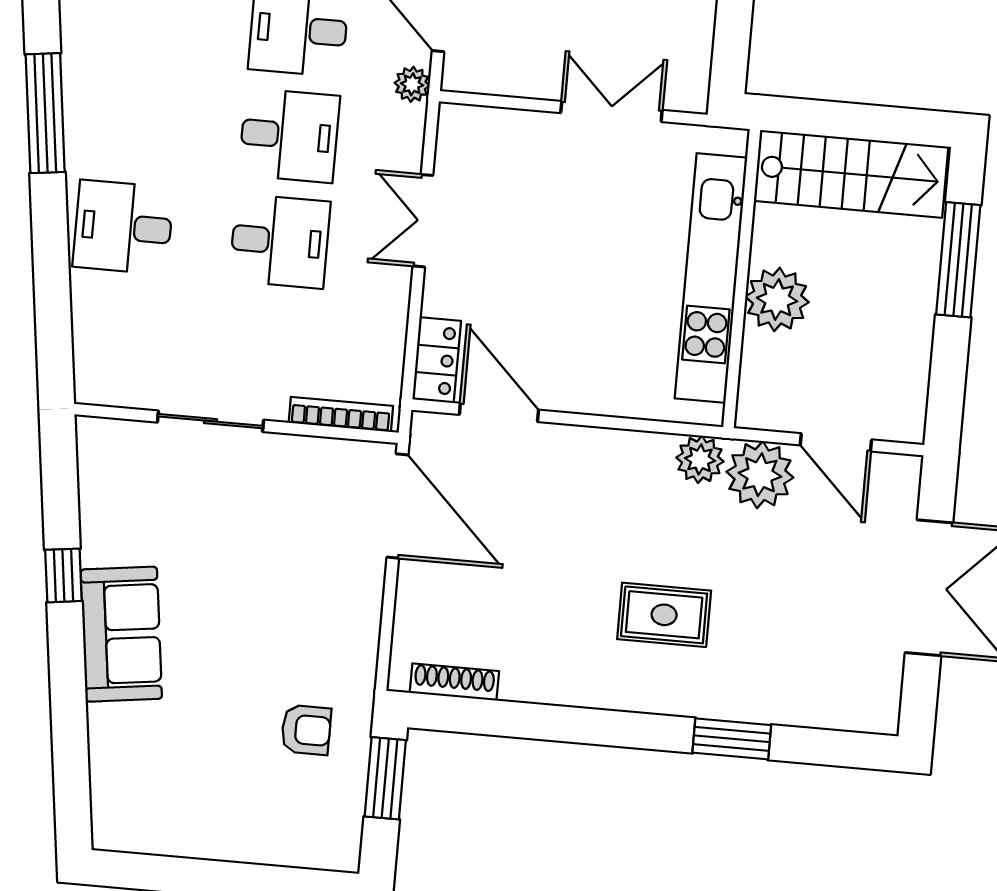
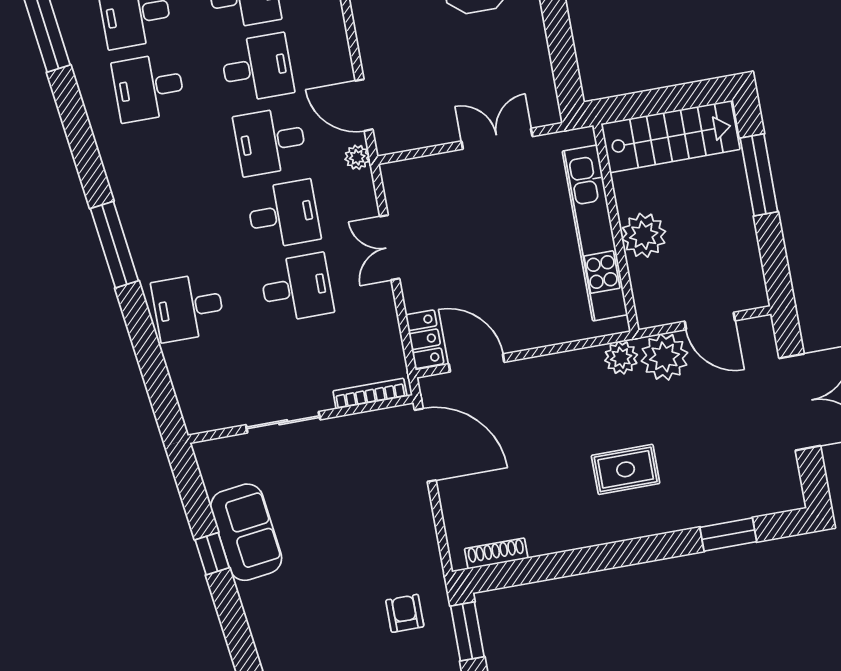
sofa: (121, 634) -> (246, 532), moved
armchair: (306, 730) -> (405, 613), turned -90
window: (732, 739) -> (728, 535), moved

